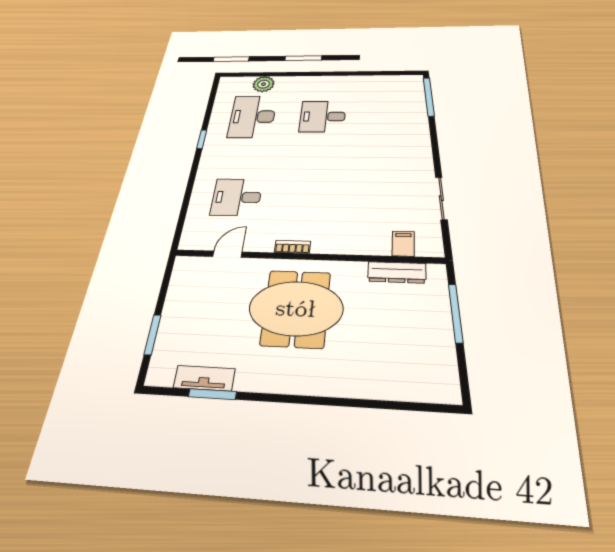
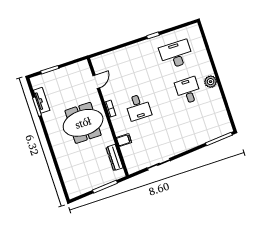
plant: (264, 84) -> (211, 82), moved
desk: (237, 197) -> (138, 107), moved, turned 180
filing cabinet: (403, 244) -> (124, 140), moved
door: (227, 254) -> (96, 82), hinge flipped
meeting table: (296, 308) -> (83, 123), turned 90

